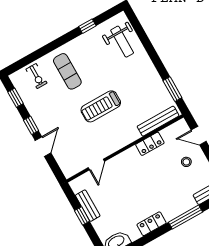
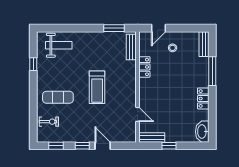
bench: (158, 121) -> (131, 47), width x0.73
bench: (88, 206) -> (152, 137), moved

